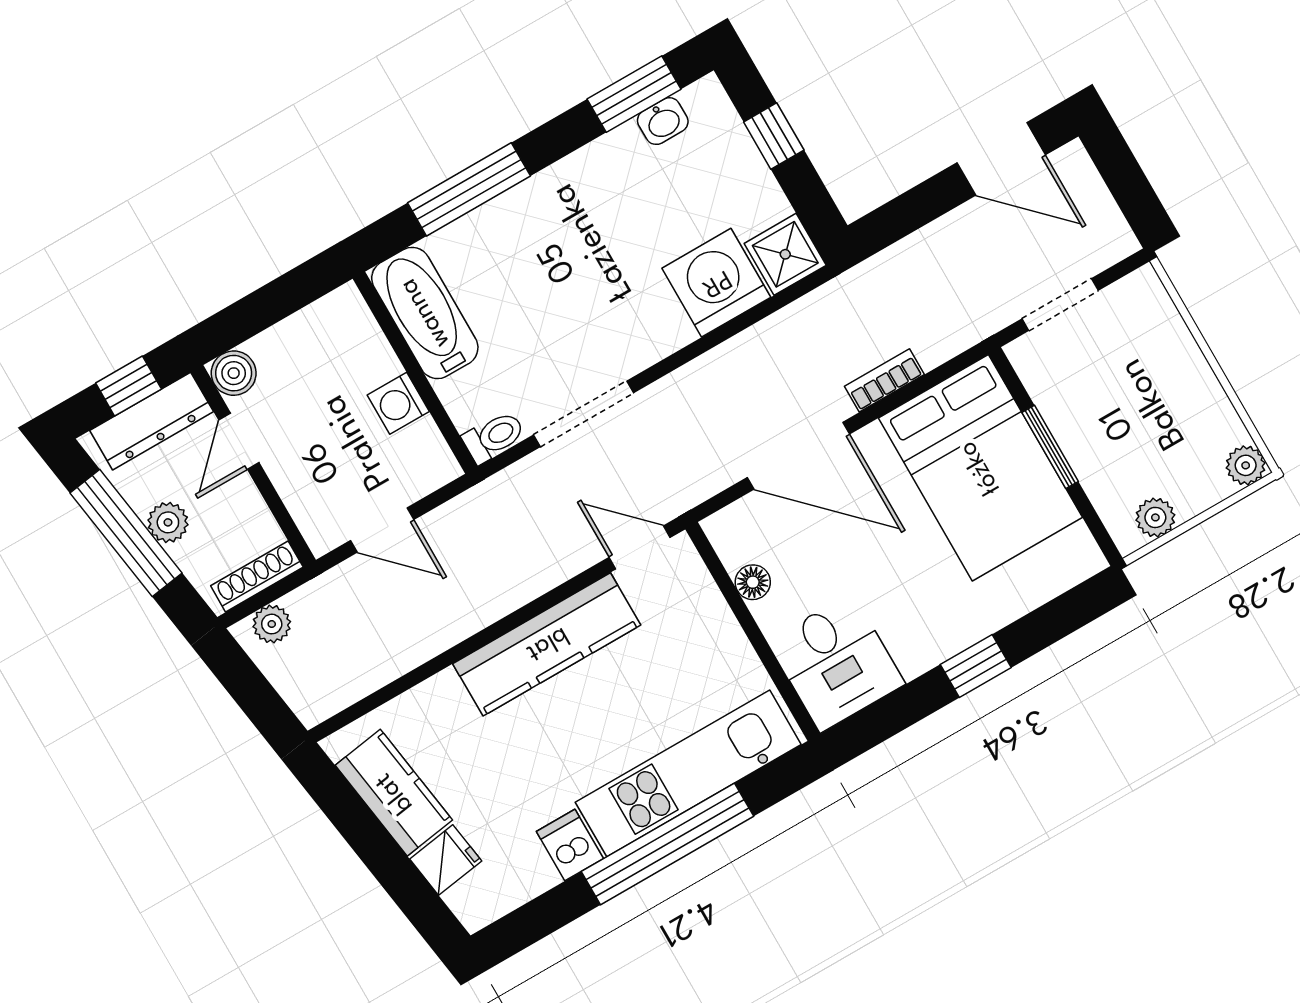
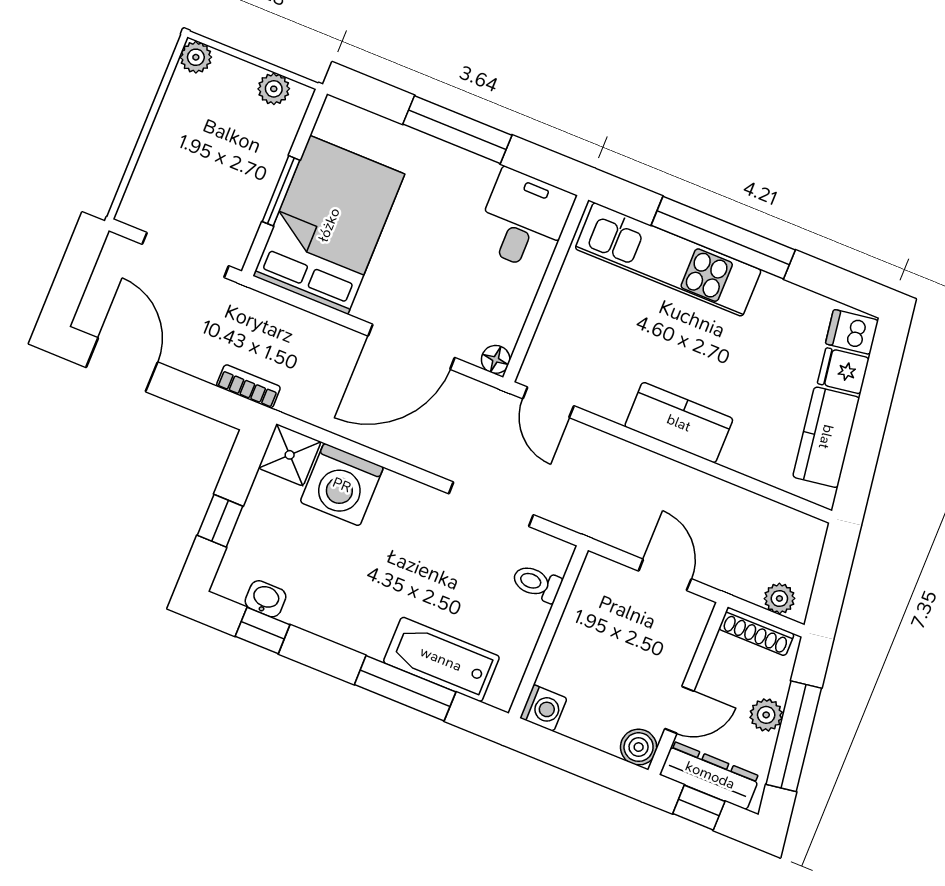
window: (634, 94) -> (263, 630), width x0.67
doorway: (1060, 305) -> (185, 255), width x1.38
bathtub: (425, 313) -> (441, 659), moved, turned 90
bookcase: (884, 380) -> (248, 386), moved, turned 180
washing machine: (398, 403) -> (543, 708), moved
toilet: (494, 437) -> (537, 583), moved
door: (798, 456) -> (411, 347), swing flipped
floor lamp: (753, 582) -> (496, 359), moved
kitchen counter: (547, 644) -> (679, 423), width x0.67
window: (976, 666) -> (457, 130), width x2.17
dishwasher: (570, 845) -> (852, 332), moved, turned 82

